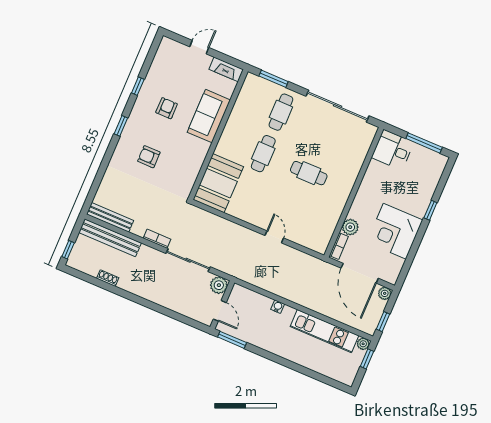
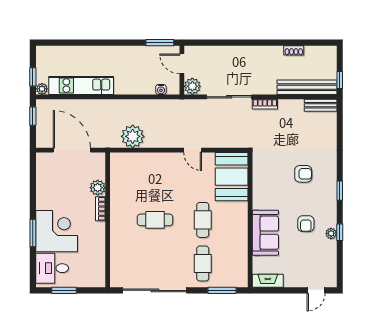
door: (199, 47) -> (316, 290), moved
plant: (146, 89) -> (331, 233), added
window: (424, 143) -> (64, 290), width x0.69
desk: (393, 150) -> (52, 268), moved, turned 180
window: (430, 210) -> (33, 233), width x1.50
bench: (110, 217) -> (321, 105), width x0.73
corner desk: (395, 231) -> (57, 231), moved
door: (274, 237) -> (193, 150), moved
bookcase: (339, 246) -> (101, 209), moved
window: (68, 250) -> (340, 80), moved
plant: (385, 293) -> (133, 136), moved, width x1.88, depth x1.88
water cooler: (278, 307) -> (161, 89), moved

